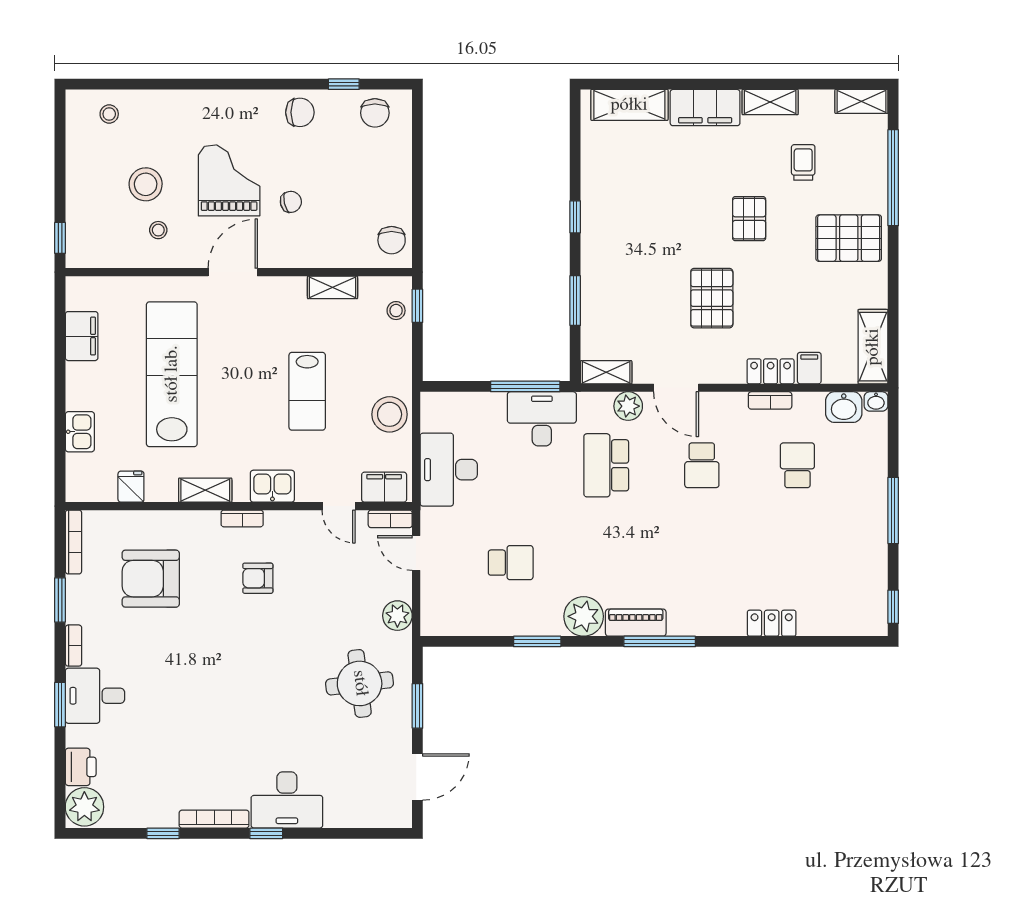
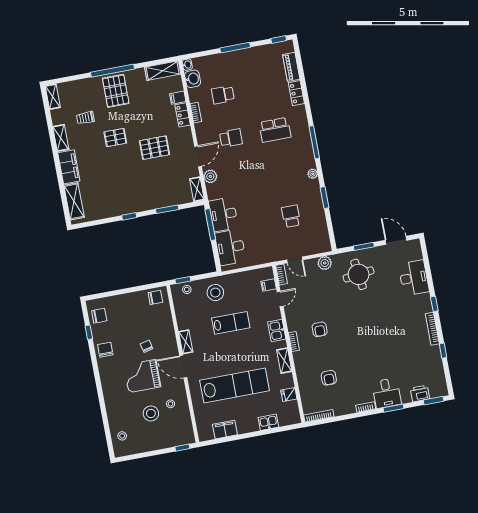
window: (893, 178) -> (112, 71), moved
shelving: (333, 287) -> (186, 342), moved
lab bench: (172, 374) -> (235, 386), turned 180
stool: (390, 414) -> (215, 293), moved
school desk: (606, 465) -> (275, 130), moved
desk: (449, 470) -> (230, 247), moved, turned 90
filing cabinet: (384, 487) -> (269, 285), width x0.50
door: (416, 553) -> (295, 260), hinge flipped
armchair: (151, 579) -> (329, 378), width x0.53, depth x0.53
window: (60, 600) -> (434, 401), moved
plant: (584, 616) -> (313, 174), width x0.53, depth x0.53
piano: (636, 623) -> (291, 67), moved
desk: (287, 800) -> (414, 278), moved
plant: (84, 807) -> (438, 388), removed

